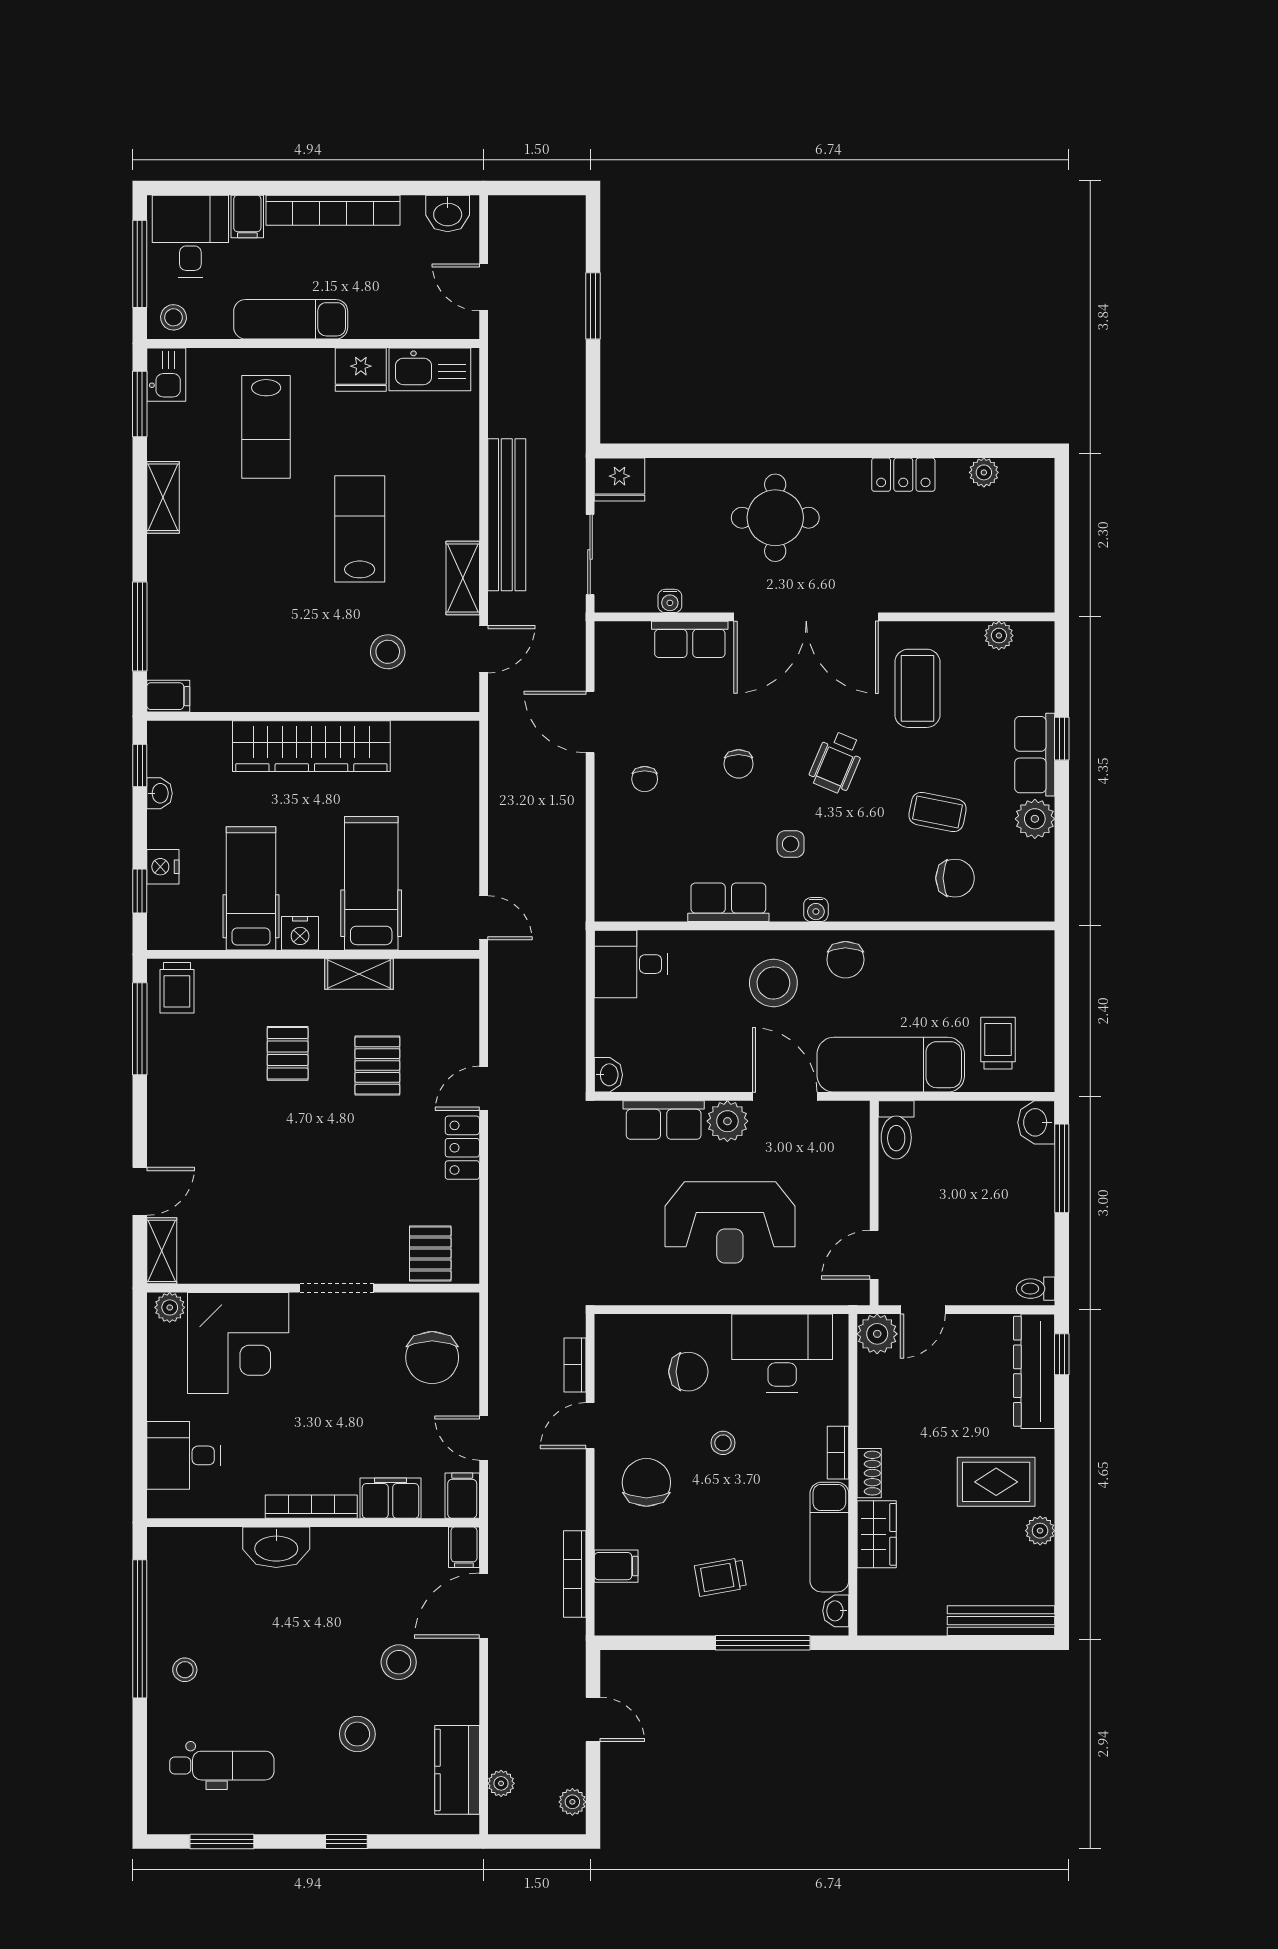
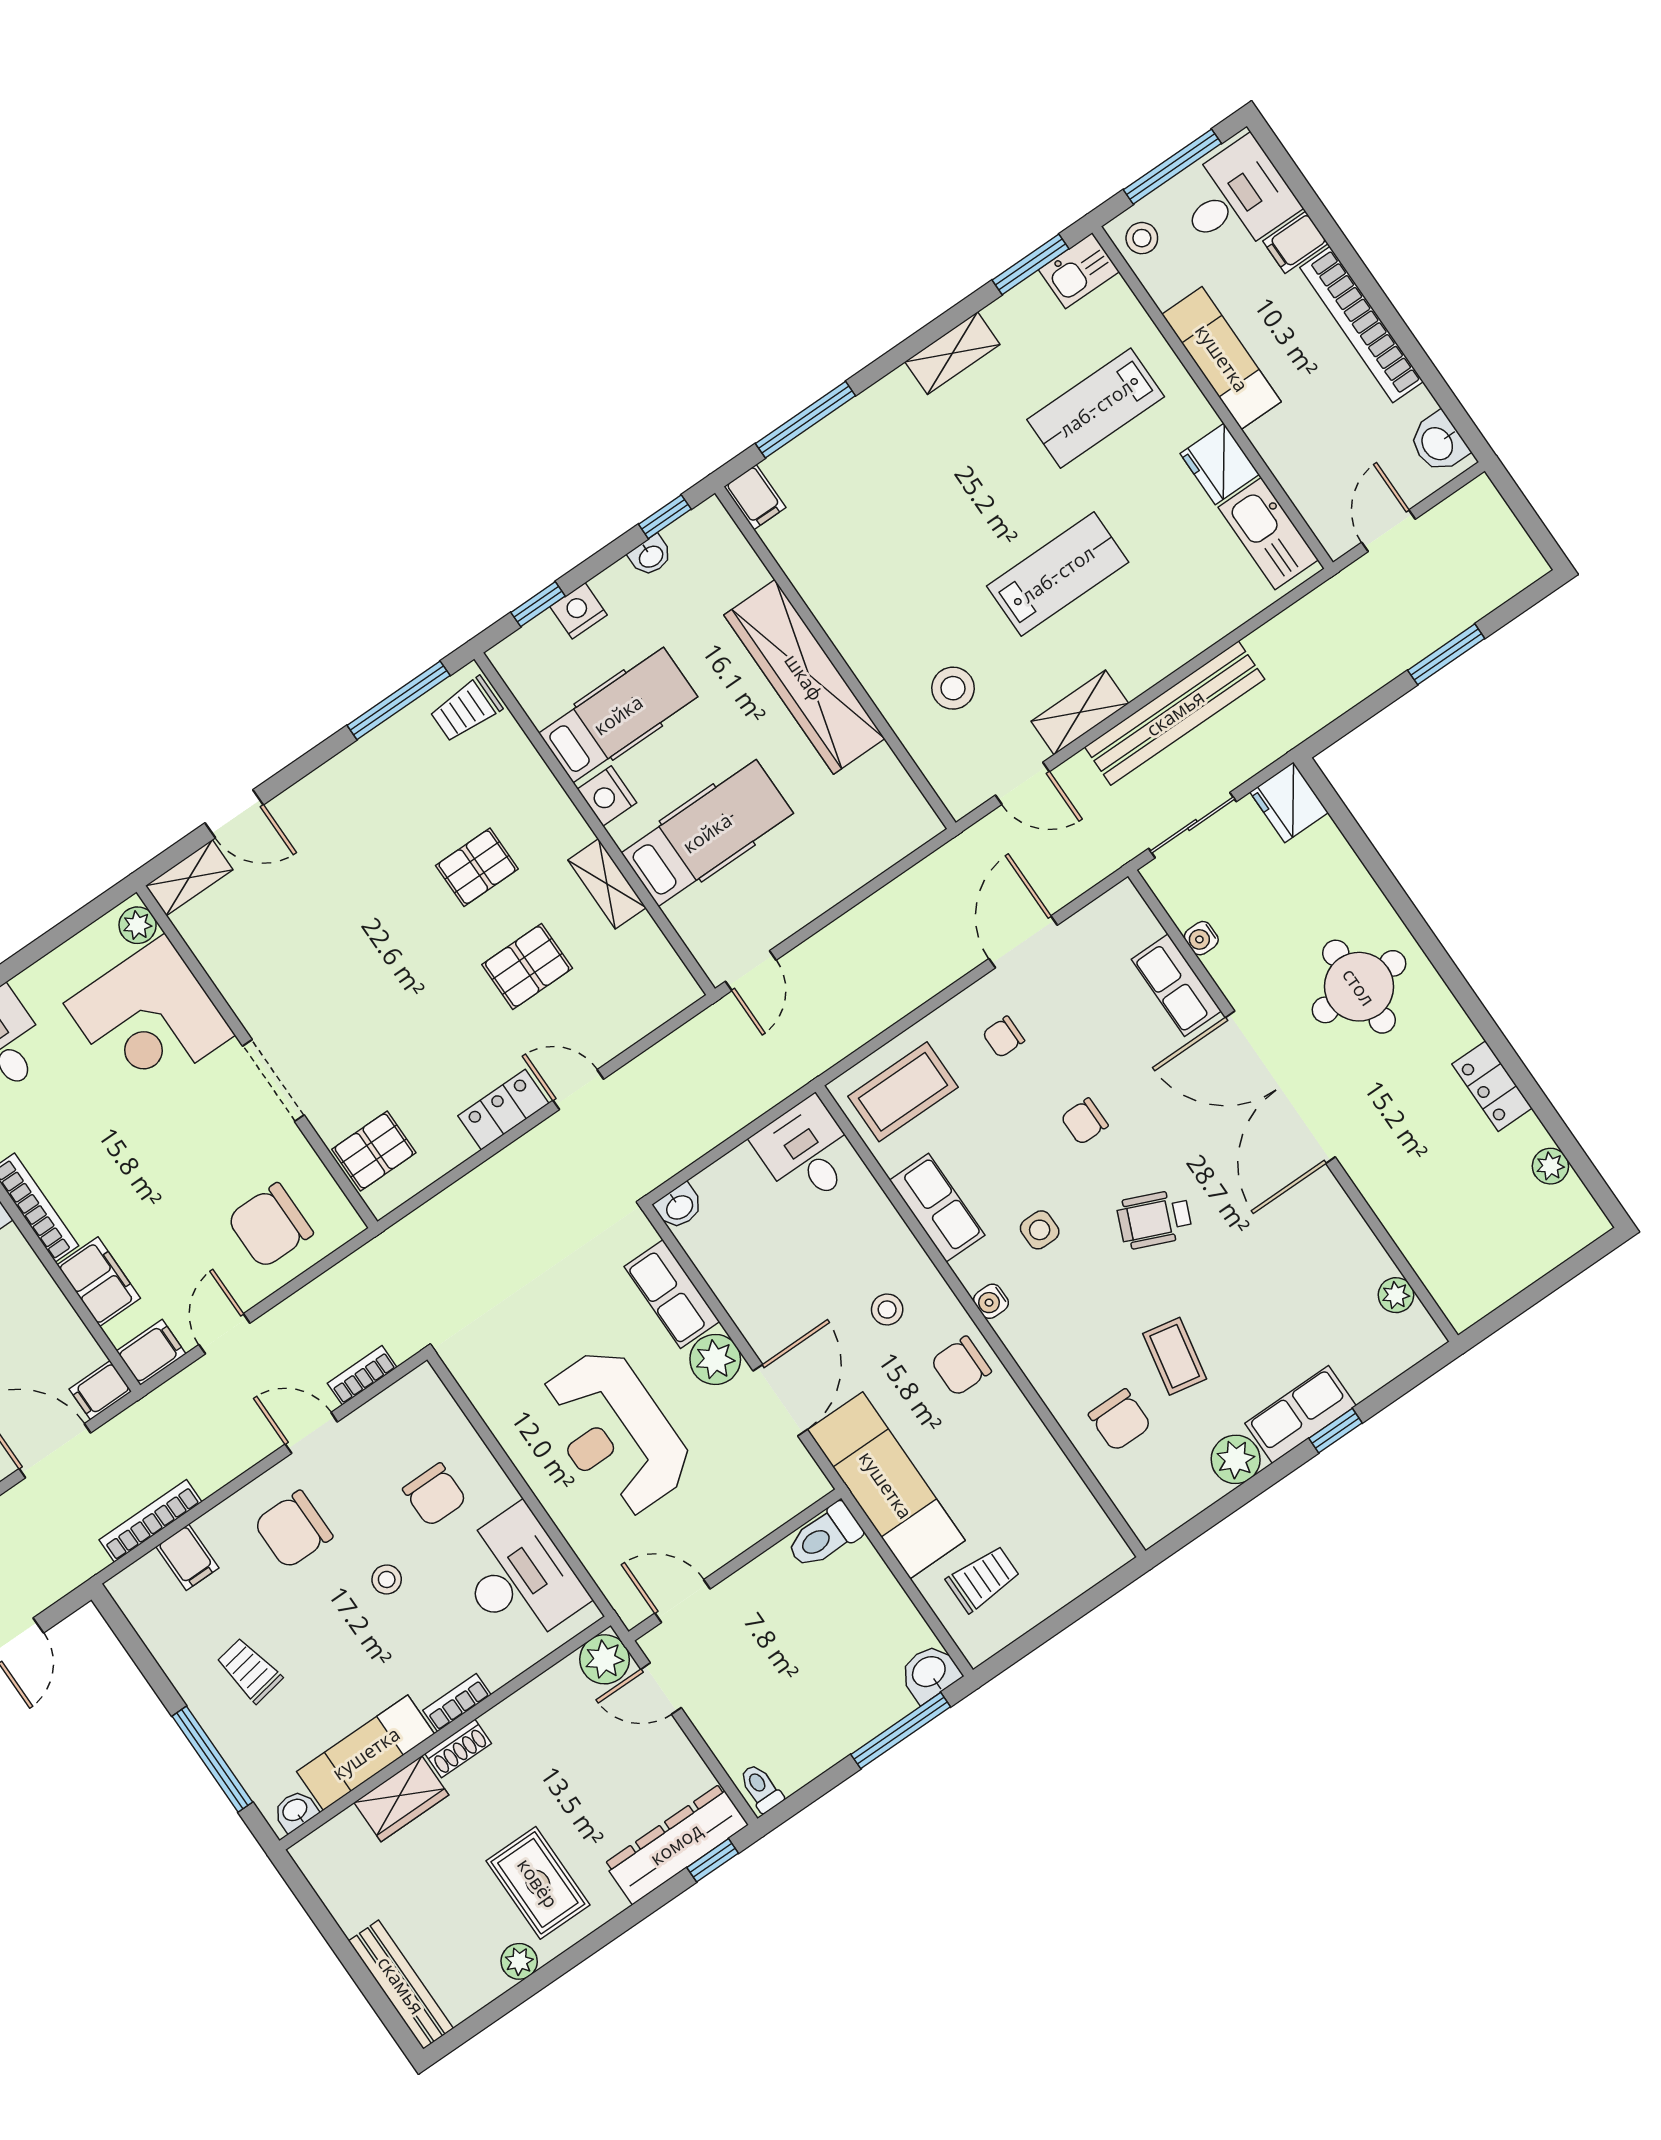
coffee table: (917, 688) -> (903, 1092), moved
stool: (773, 983) -> (887, 1310), width x0.53, depth x0.53
chair: (646, 1482) -> (293, 1530), turned 180

